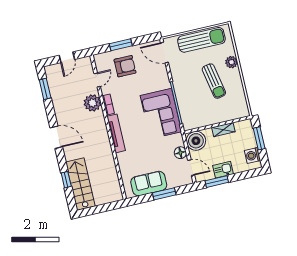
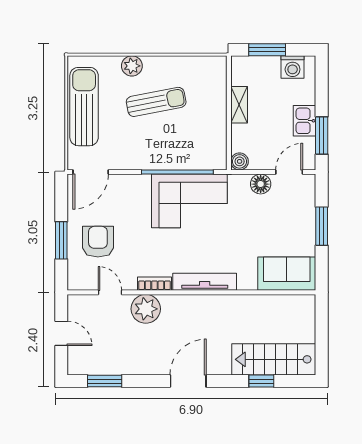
boiler: (196, 141) -> (240, 161), width x0.54, depth x0.54
sofa: (149, 184) -> (287, 274), moved, turned 90

